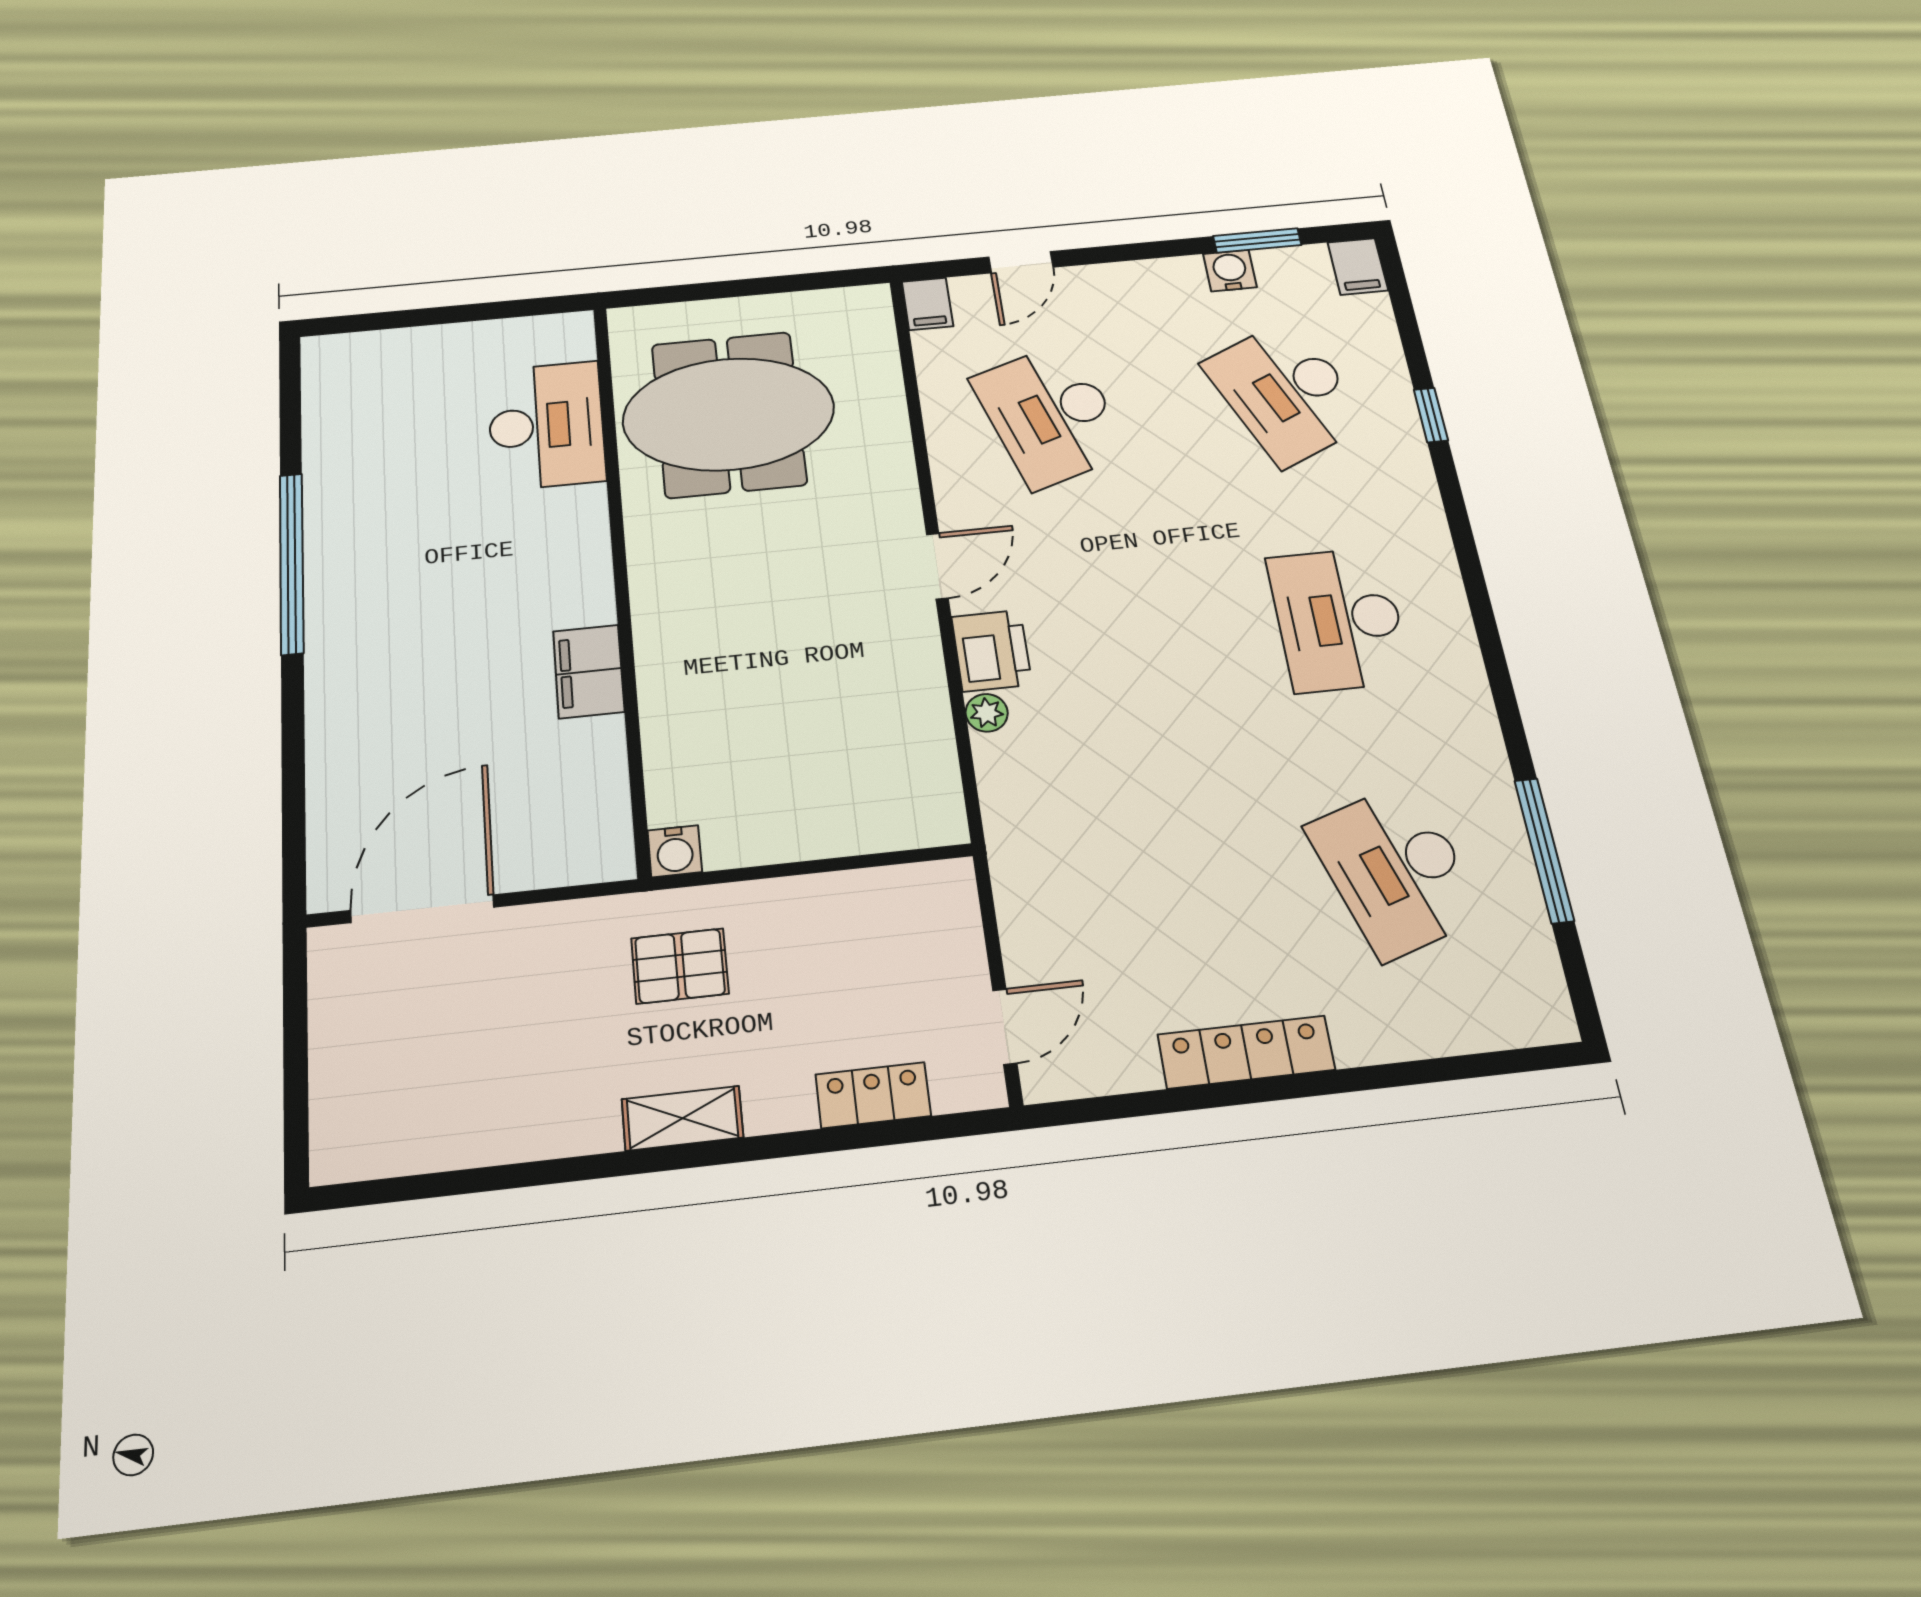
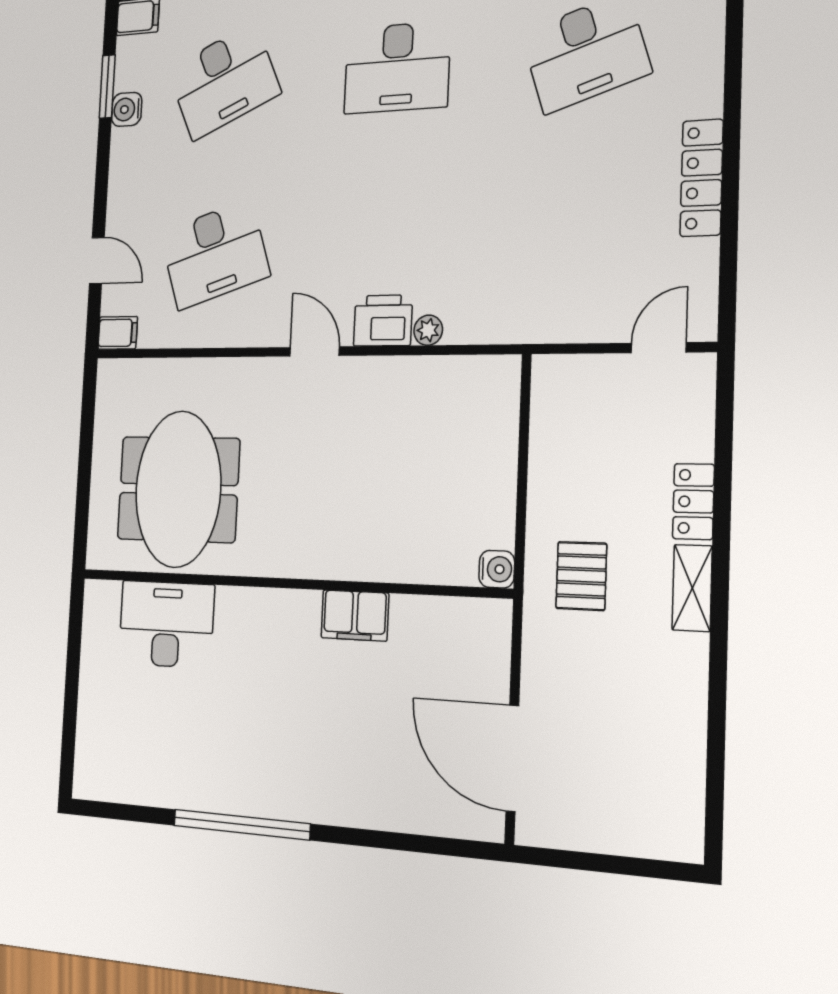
door: (1005, 1027) -> (659, 348), hinge flipped
locker: (873, 1095) -> (693, 502), moved

